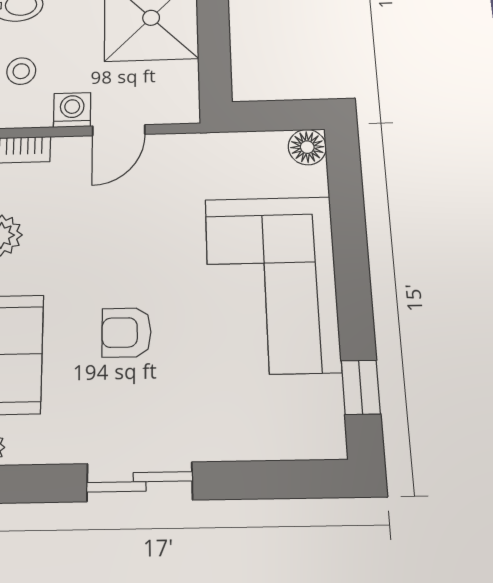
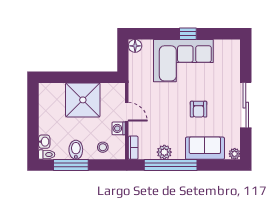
window: (361, 387) -> (188, 34), moved
sliding door: (140, 482) -> (246, 105), width x1.37

